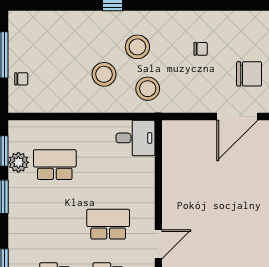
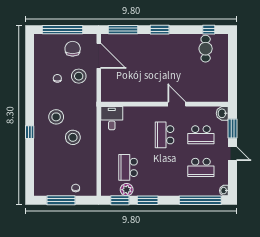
stool: (148, 89) -> (79, 76), moved

